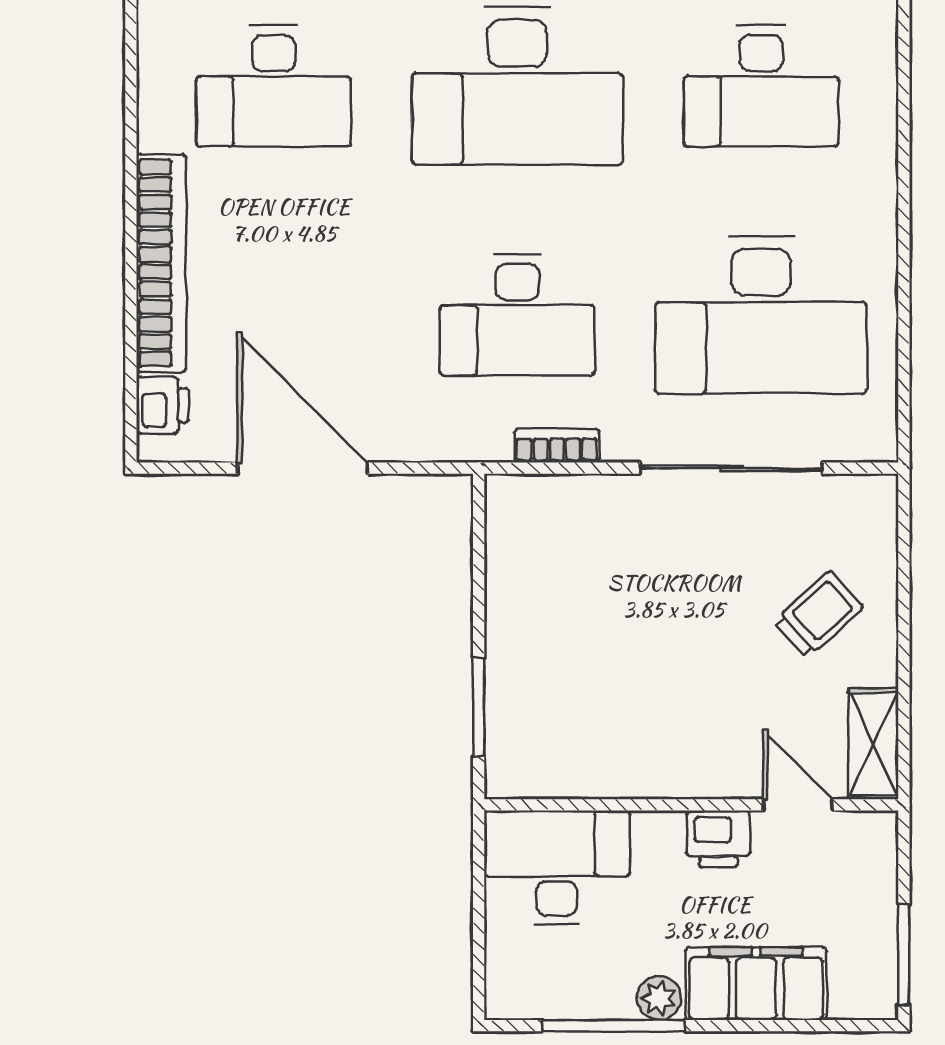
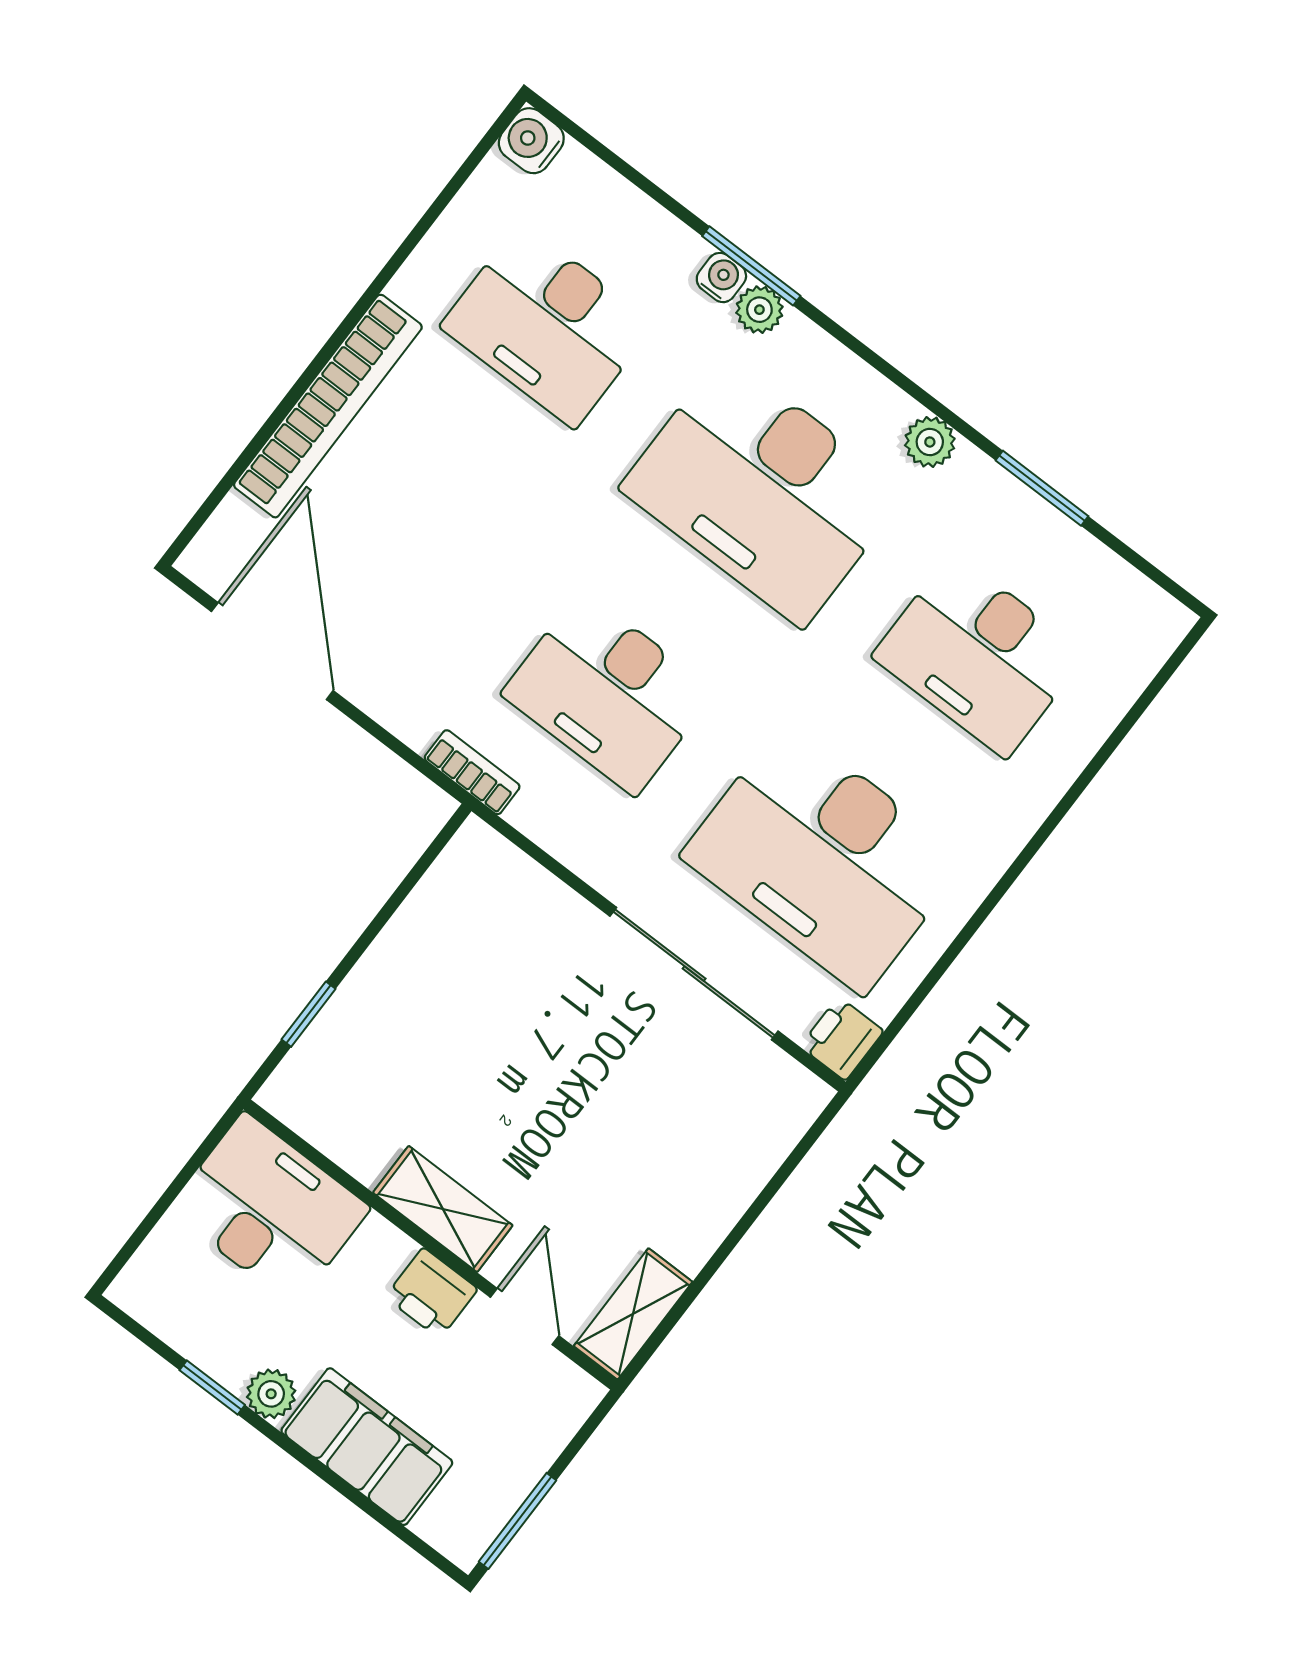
printer: (162, 405) -> (842, 1039), moved, turned 180
bookcase: (557, 446) -> (472, 772), moved
door: (302, 468) -> (272, 651), moved
trolley: (818, 614) -> (672, 1162), removed
window: (479, 707) -> (309, 1014), width x0.67
shelving: (681, 773) -> (443, 1209), added
window: (613, 1026) -> (212, 1387), width x0.46

